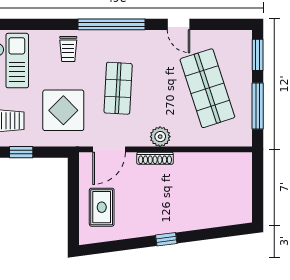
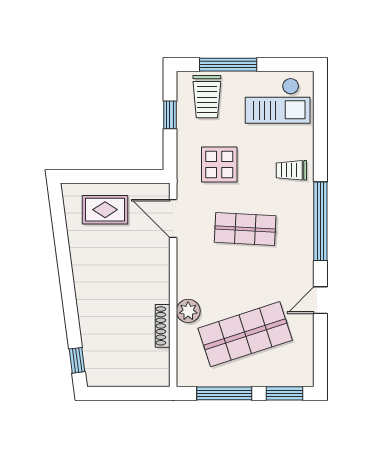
display table: (63, 110) -> (219, 165), width x0.73, depth x0.73
plant: (160, 137) -> (188, 311), moved
shoe rack: (155, 158) -> (163, 326), moved
window: (166, 239) -> (77, 360), moved

